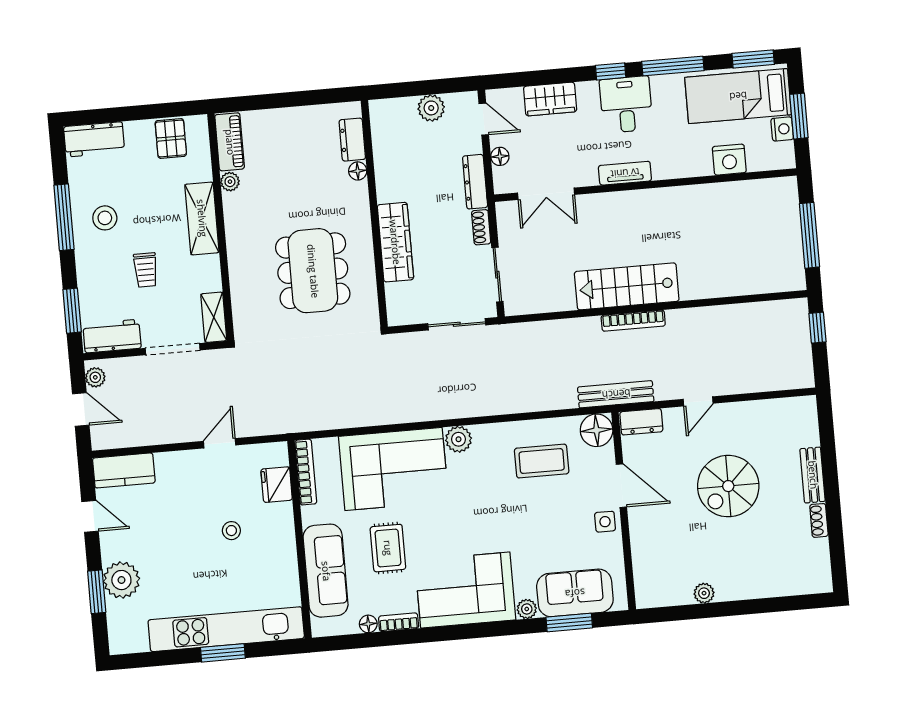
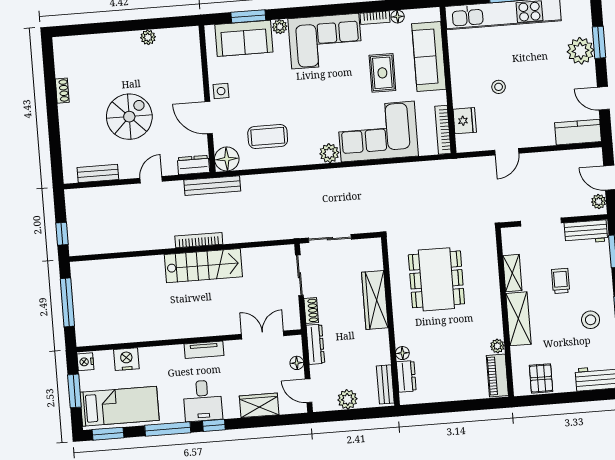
bench: (380, 129) -> (385, 384), added
nightstand: (782, 129) -> (85, 362), moved
shelving: (214, 317) -> (512, 273), moved
bench: (813, 475) -> (98, 173), moved, turned 90

